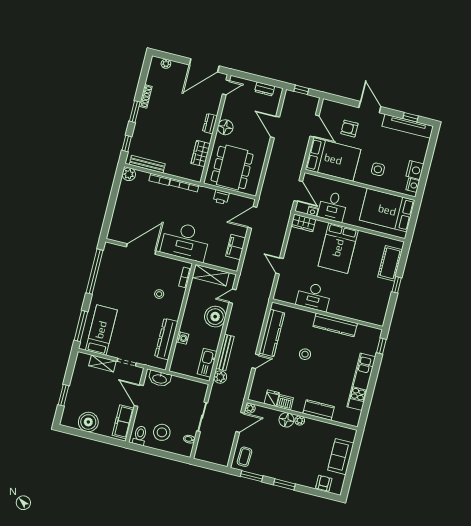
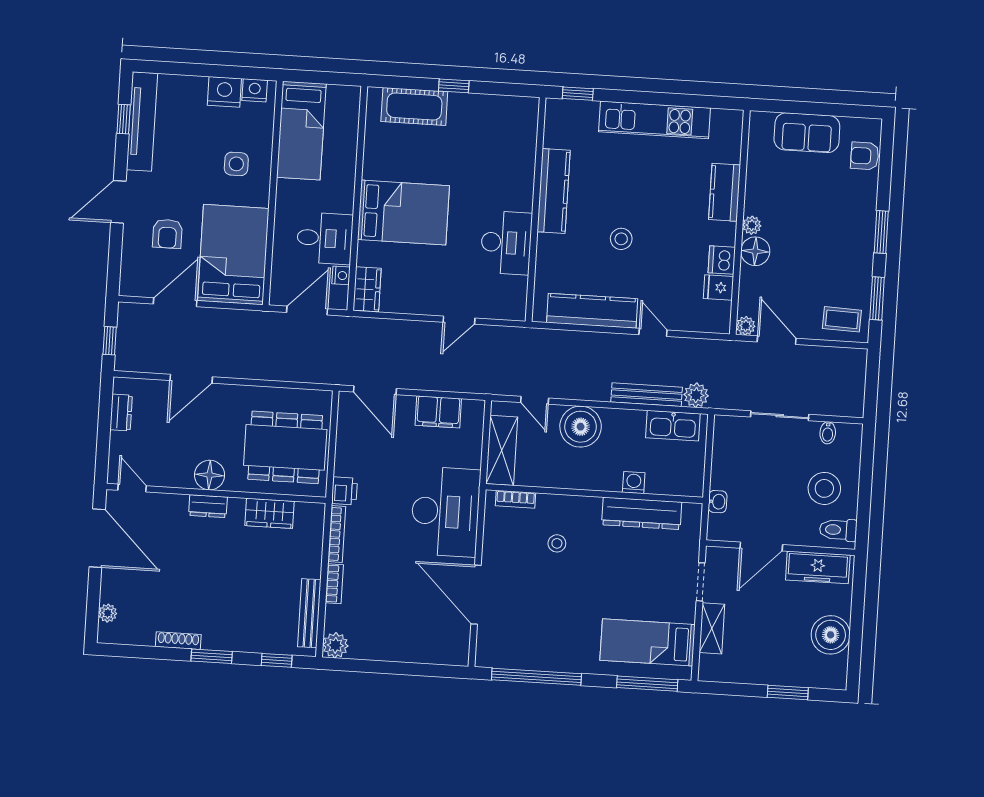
printer: (221, 197) -> (344, 491), moved
bed: (387, 210) -> (301, 131), width x0.67
washbasin: (160, 379) -> (718, 502), width x0.52, depth x0.69

